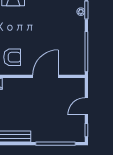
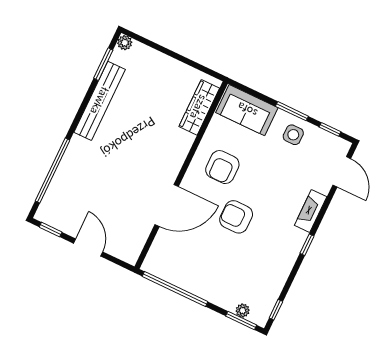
armchair: (34, 38) -> (236, 217), added
door: (46, 76) -> (167, 206), hinge flipped

